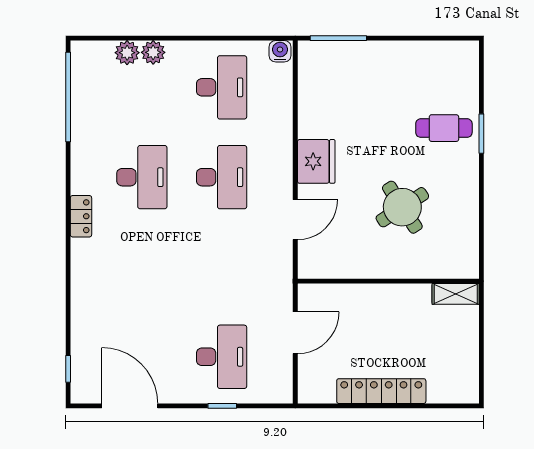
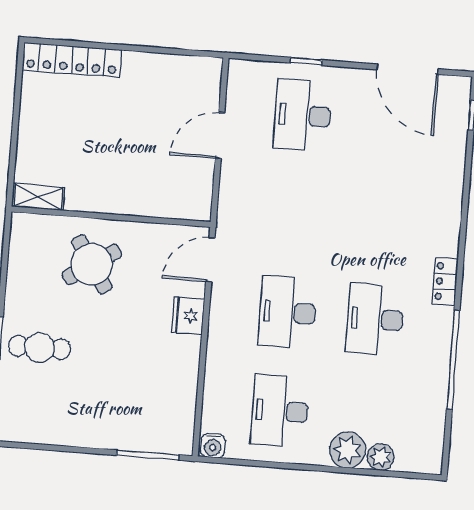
plant: (153, 52) -> (348, 450), width x1.36, depth x1.36
window: (68, 97) -> (453, 360), moved
fridge: (316, 161) -> (188, 316), width x0.73, depth x0.75
wall: (388, 281) -> (111, 217), moved
shelving: (456, 294) -> (38, 197), moved
locker: (381, 391) -> (72, 60), moved

